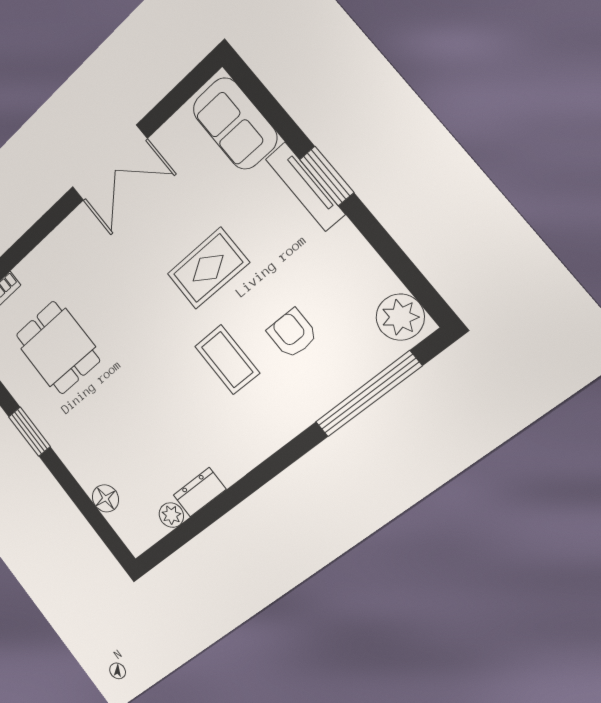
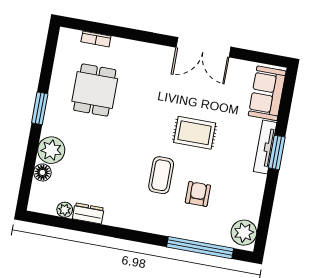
plant: (88, 464) -> (51, 150), added

